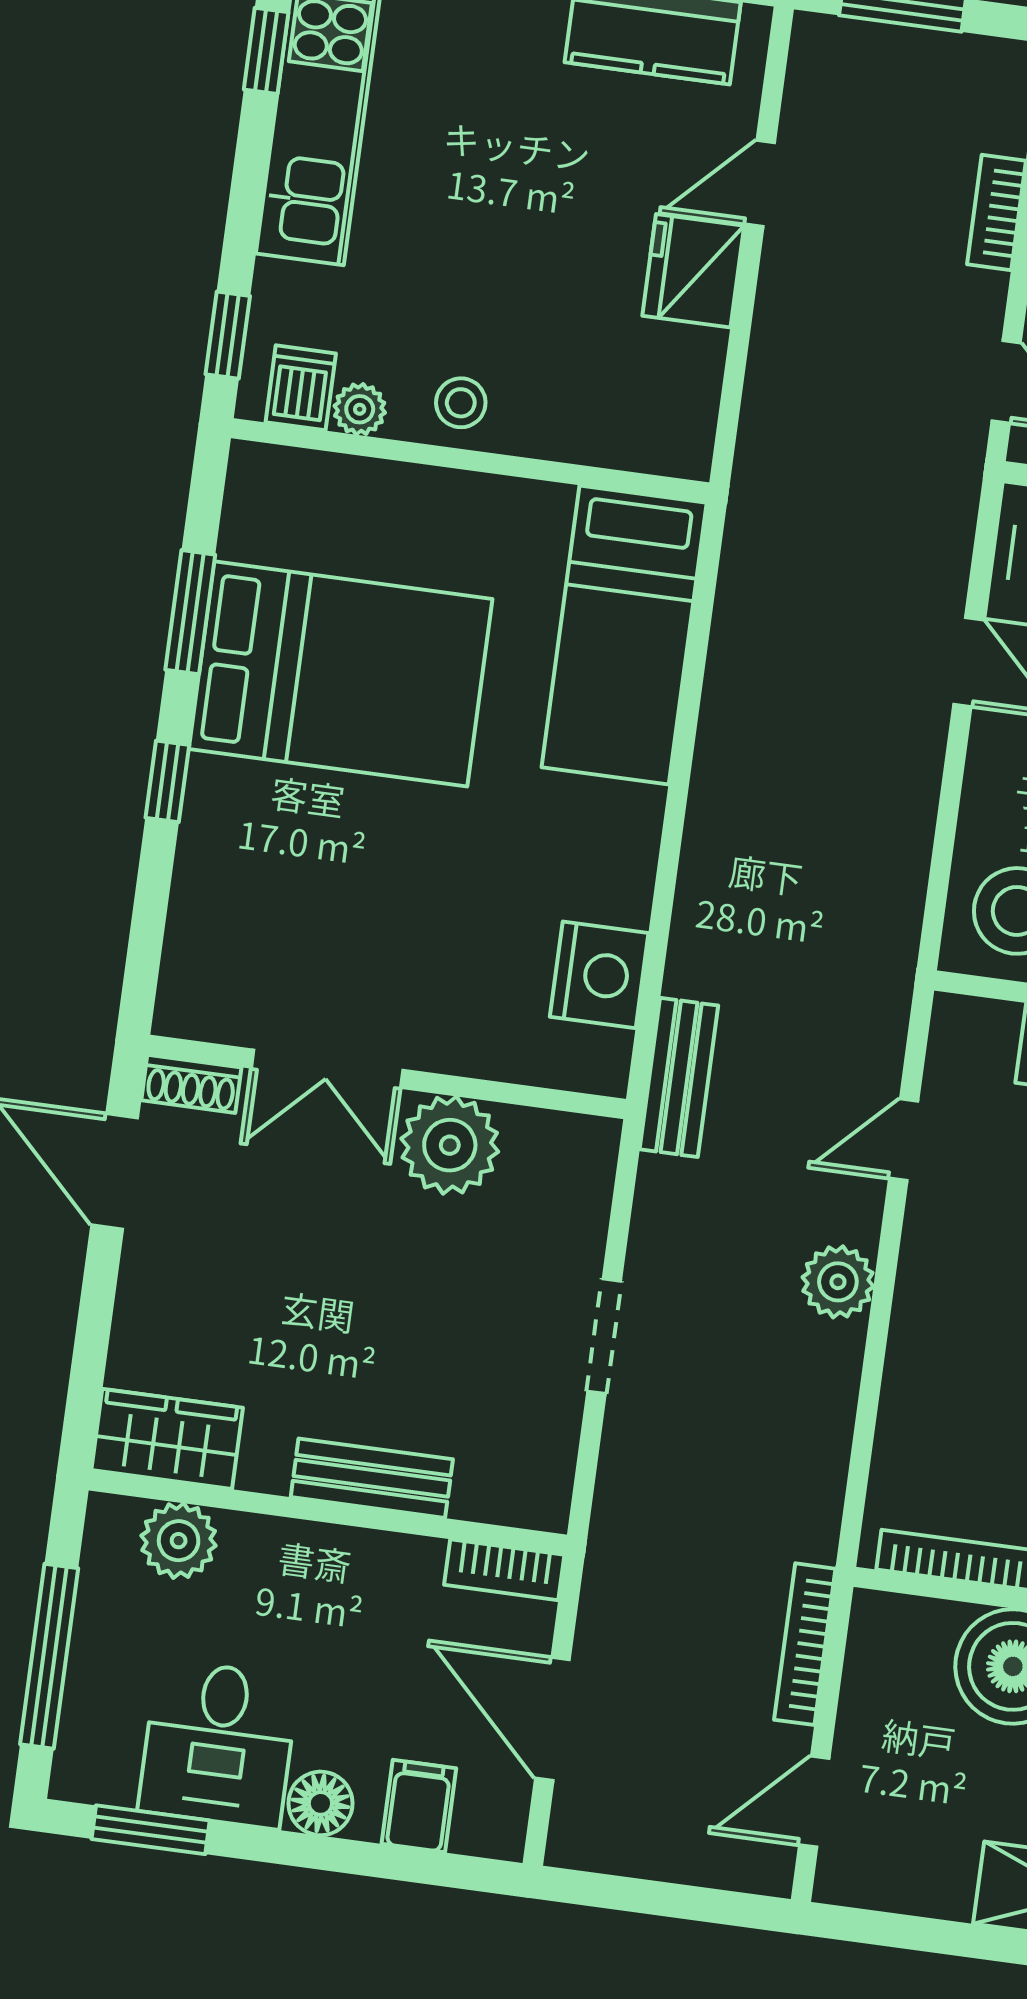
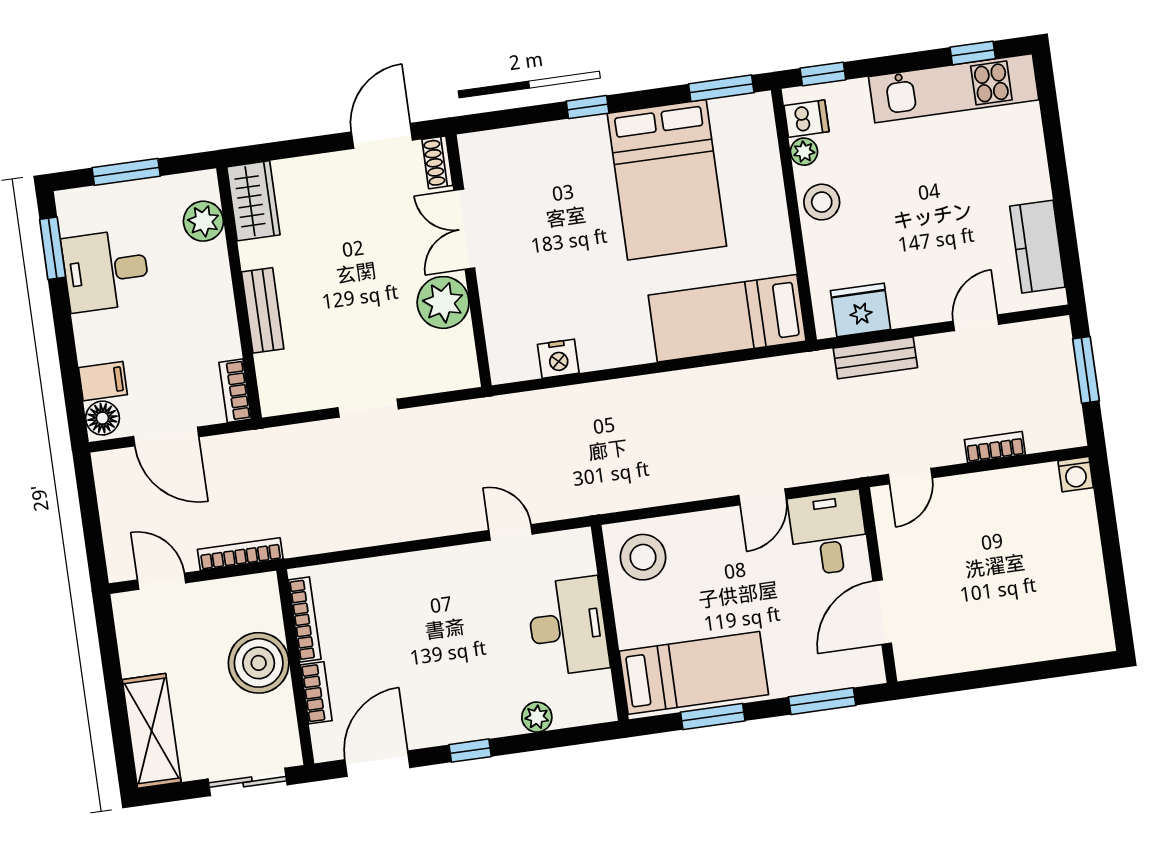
door: (760, 184) -> (976, 323), hinge flipped
fridge: (693, 271) -> (861, 310), moved
stool: (461, 403) -> (822, 202), width x1.37, depth x1.37
window: (190, 612) -> (721, 88), moved
nightstand: (599, 975) -> (558, 359), width x0.74, depth x0.75
bench: (679, 1077) -> (875, 358), moved
plant: (838, 1282) -> (429, 519), removed
window: (49, 1656) -> (126, 172), width x0.69
door: (552, 1719) -> (166, 437), swing flipped
floor lamp: (320, 1803) -> (102, 418), moved

